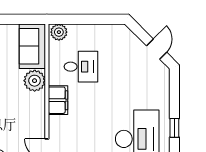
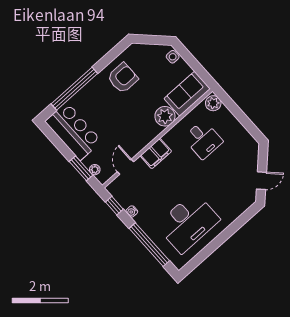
filing cabinet: (58, 100) -> (156, 153), moved
window: (174, 128) -> (218, 241), removed

